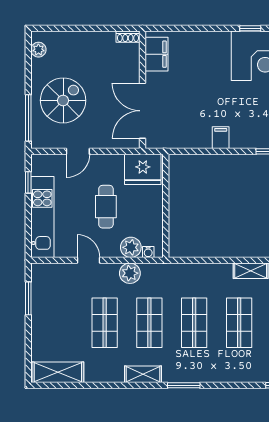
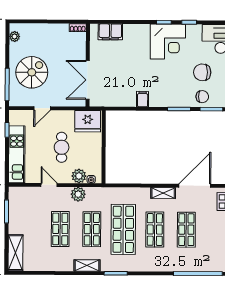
filing cabinet: (157, 54) -> (110, 32), moved, turned 90
shop shelf: (194, 323) -> (123, 229), width x1.43, depth x1.36
shelving: (58, 372) -> (15, 253), moved, turned 90

